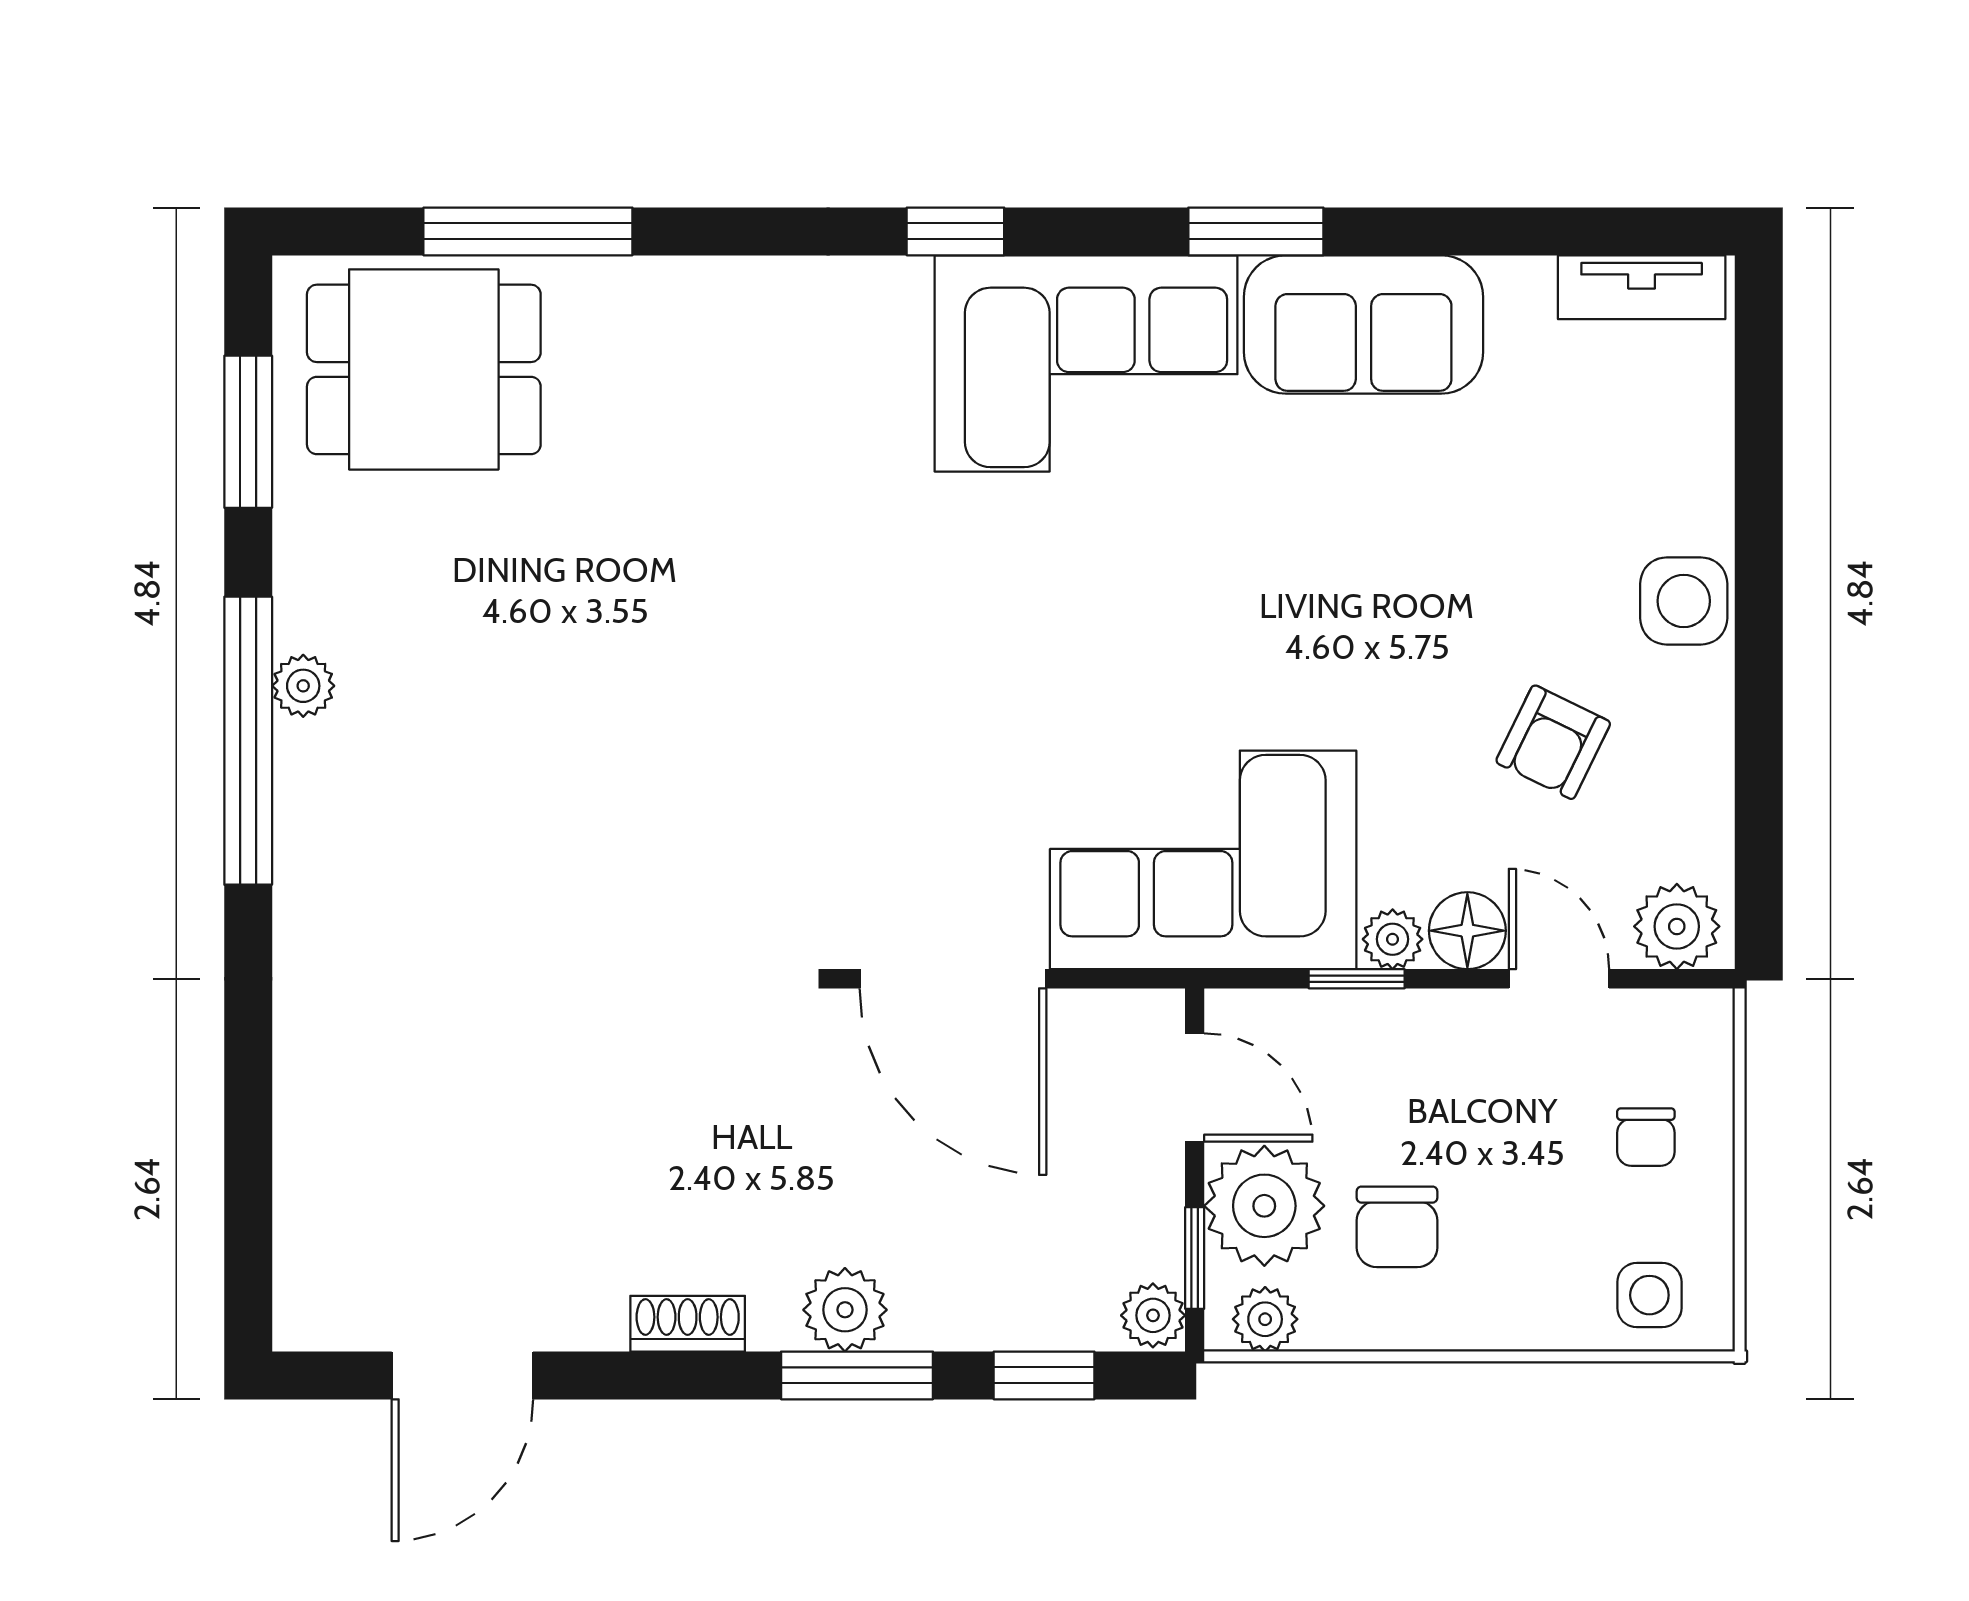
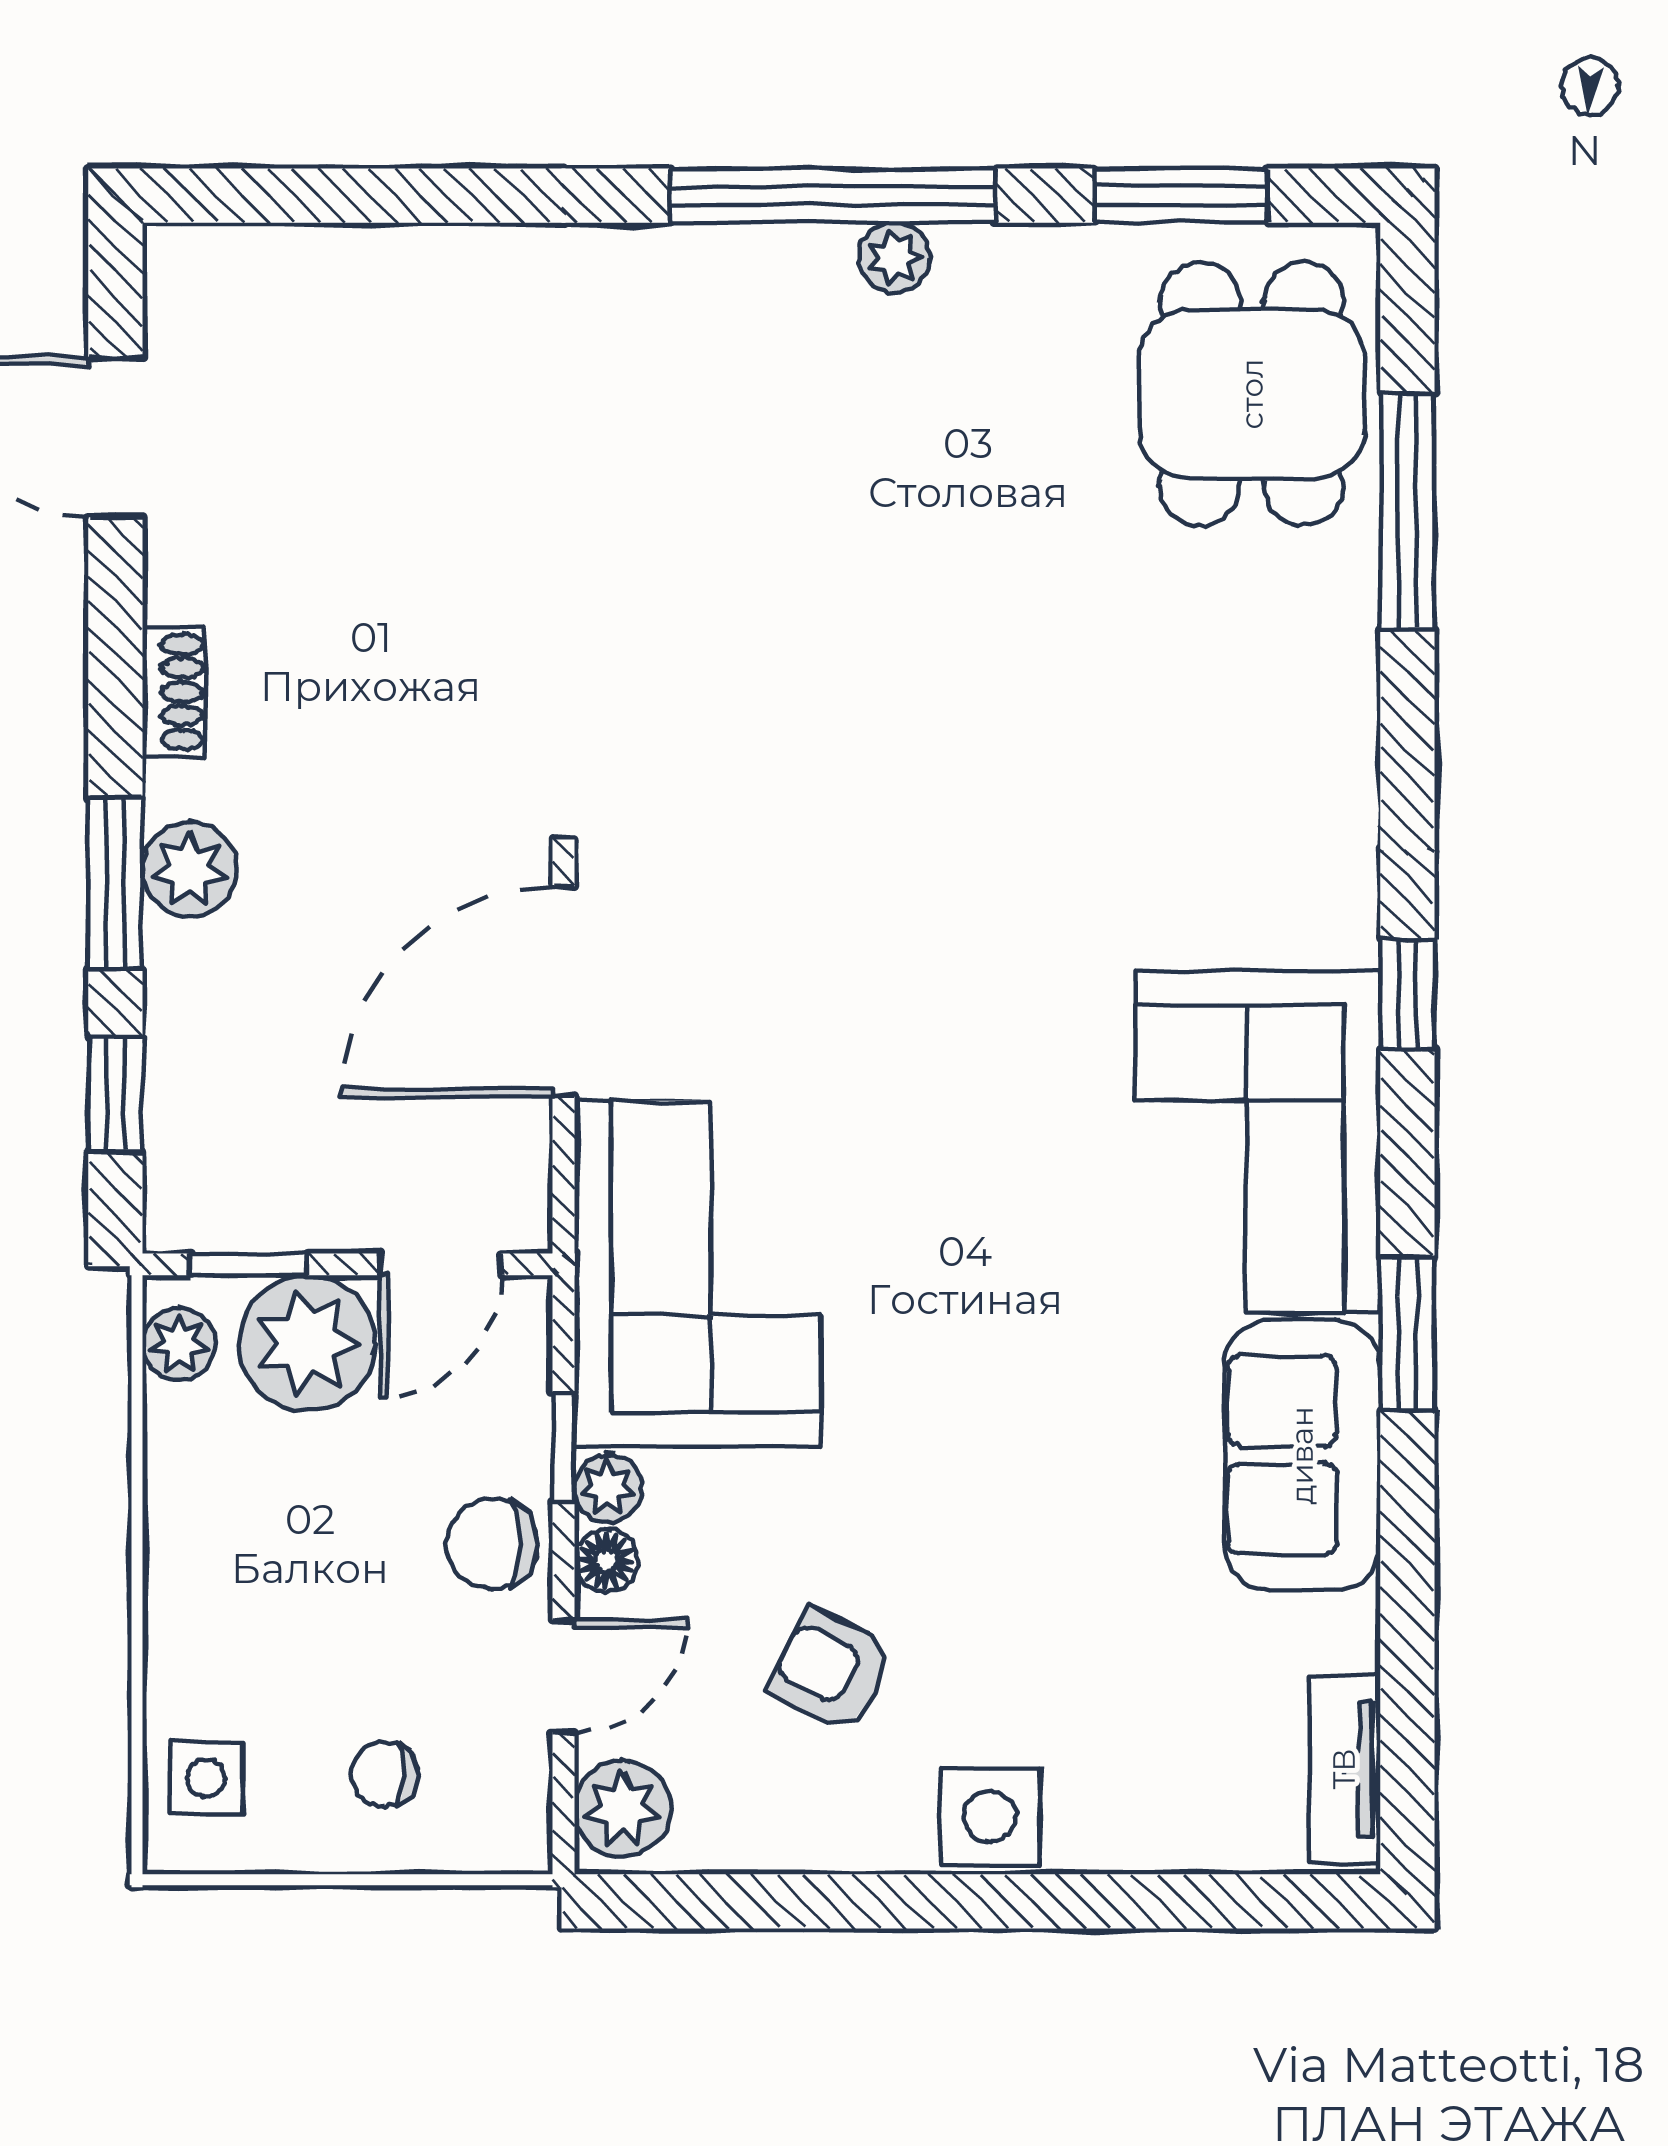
floor lamp: (1467, 931) -> (606, 1561), width x0.73, depth x0.73
chair: (1397, 1227) -> (492, 1544), moved
plant: (1153, 1315) -> (183, 1217), removed

